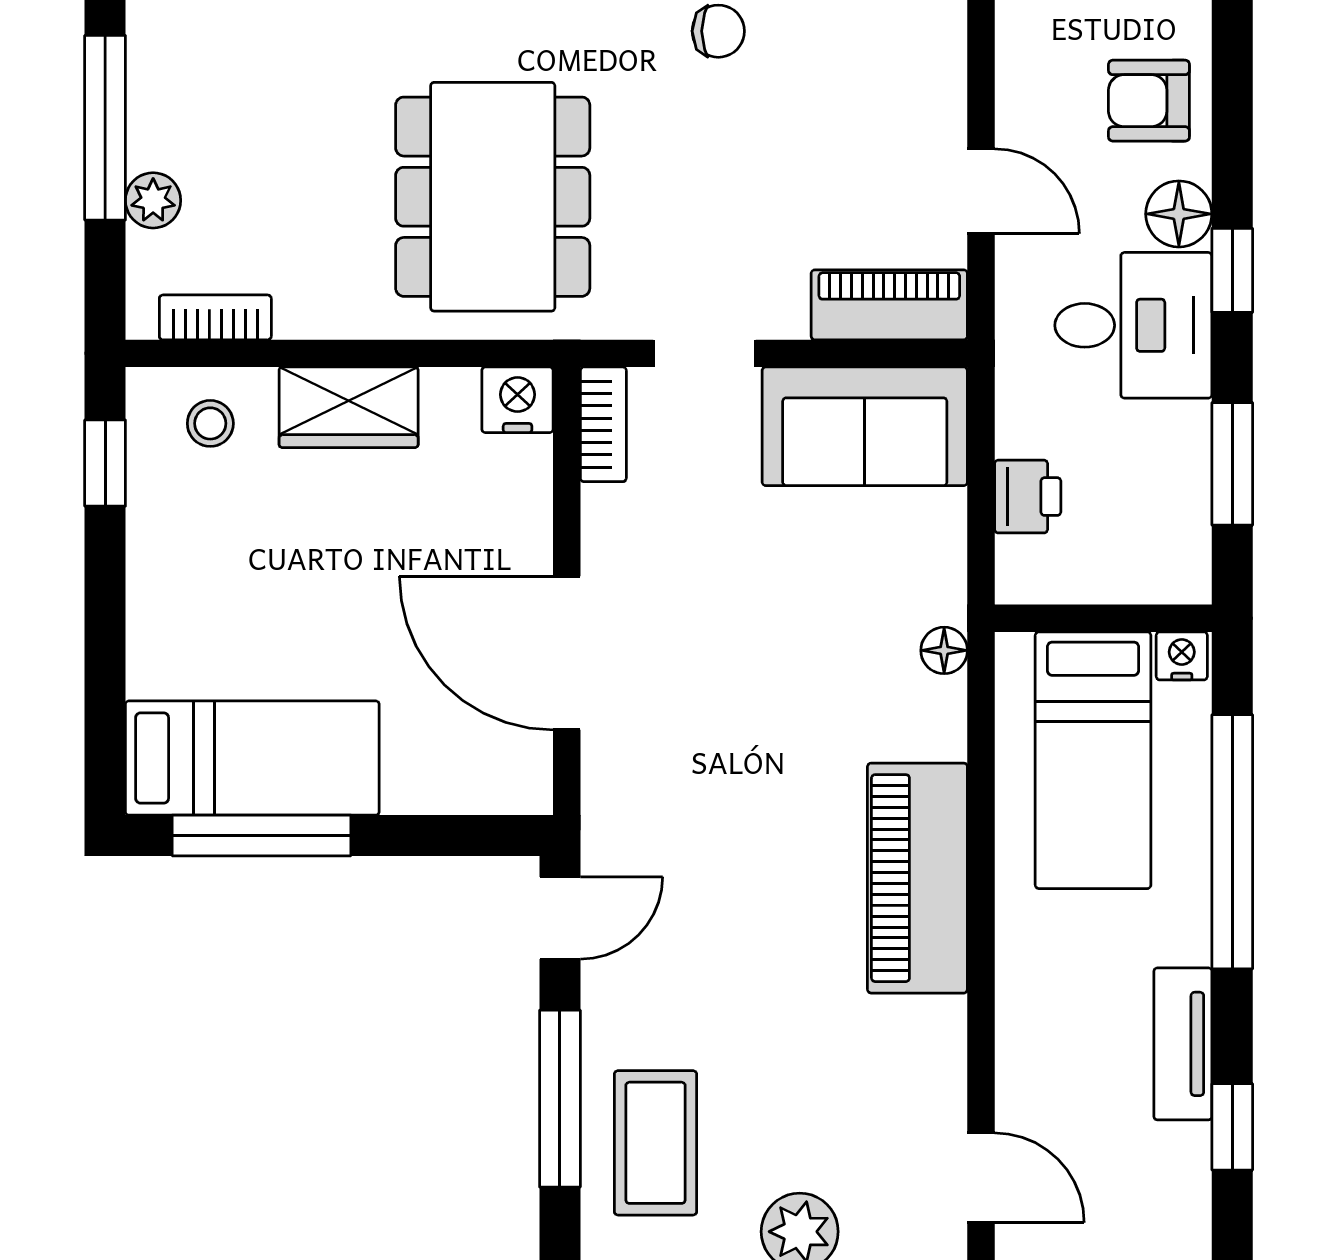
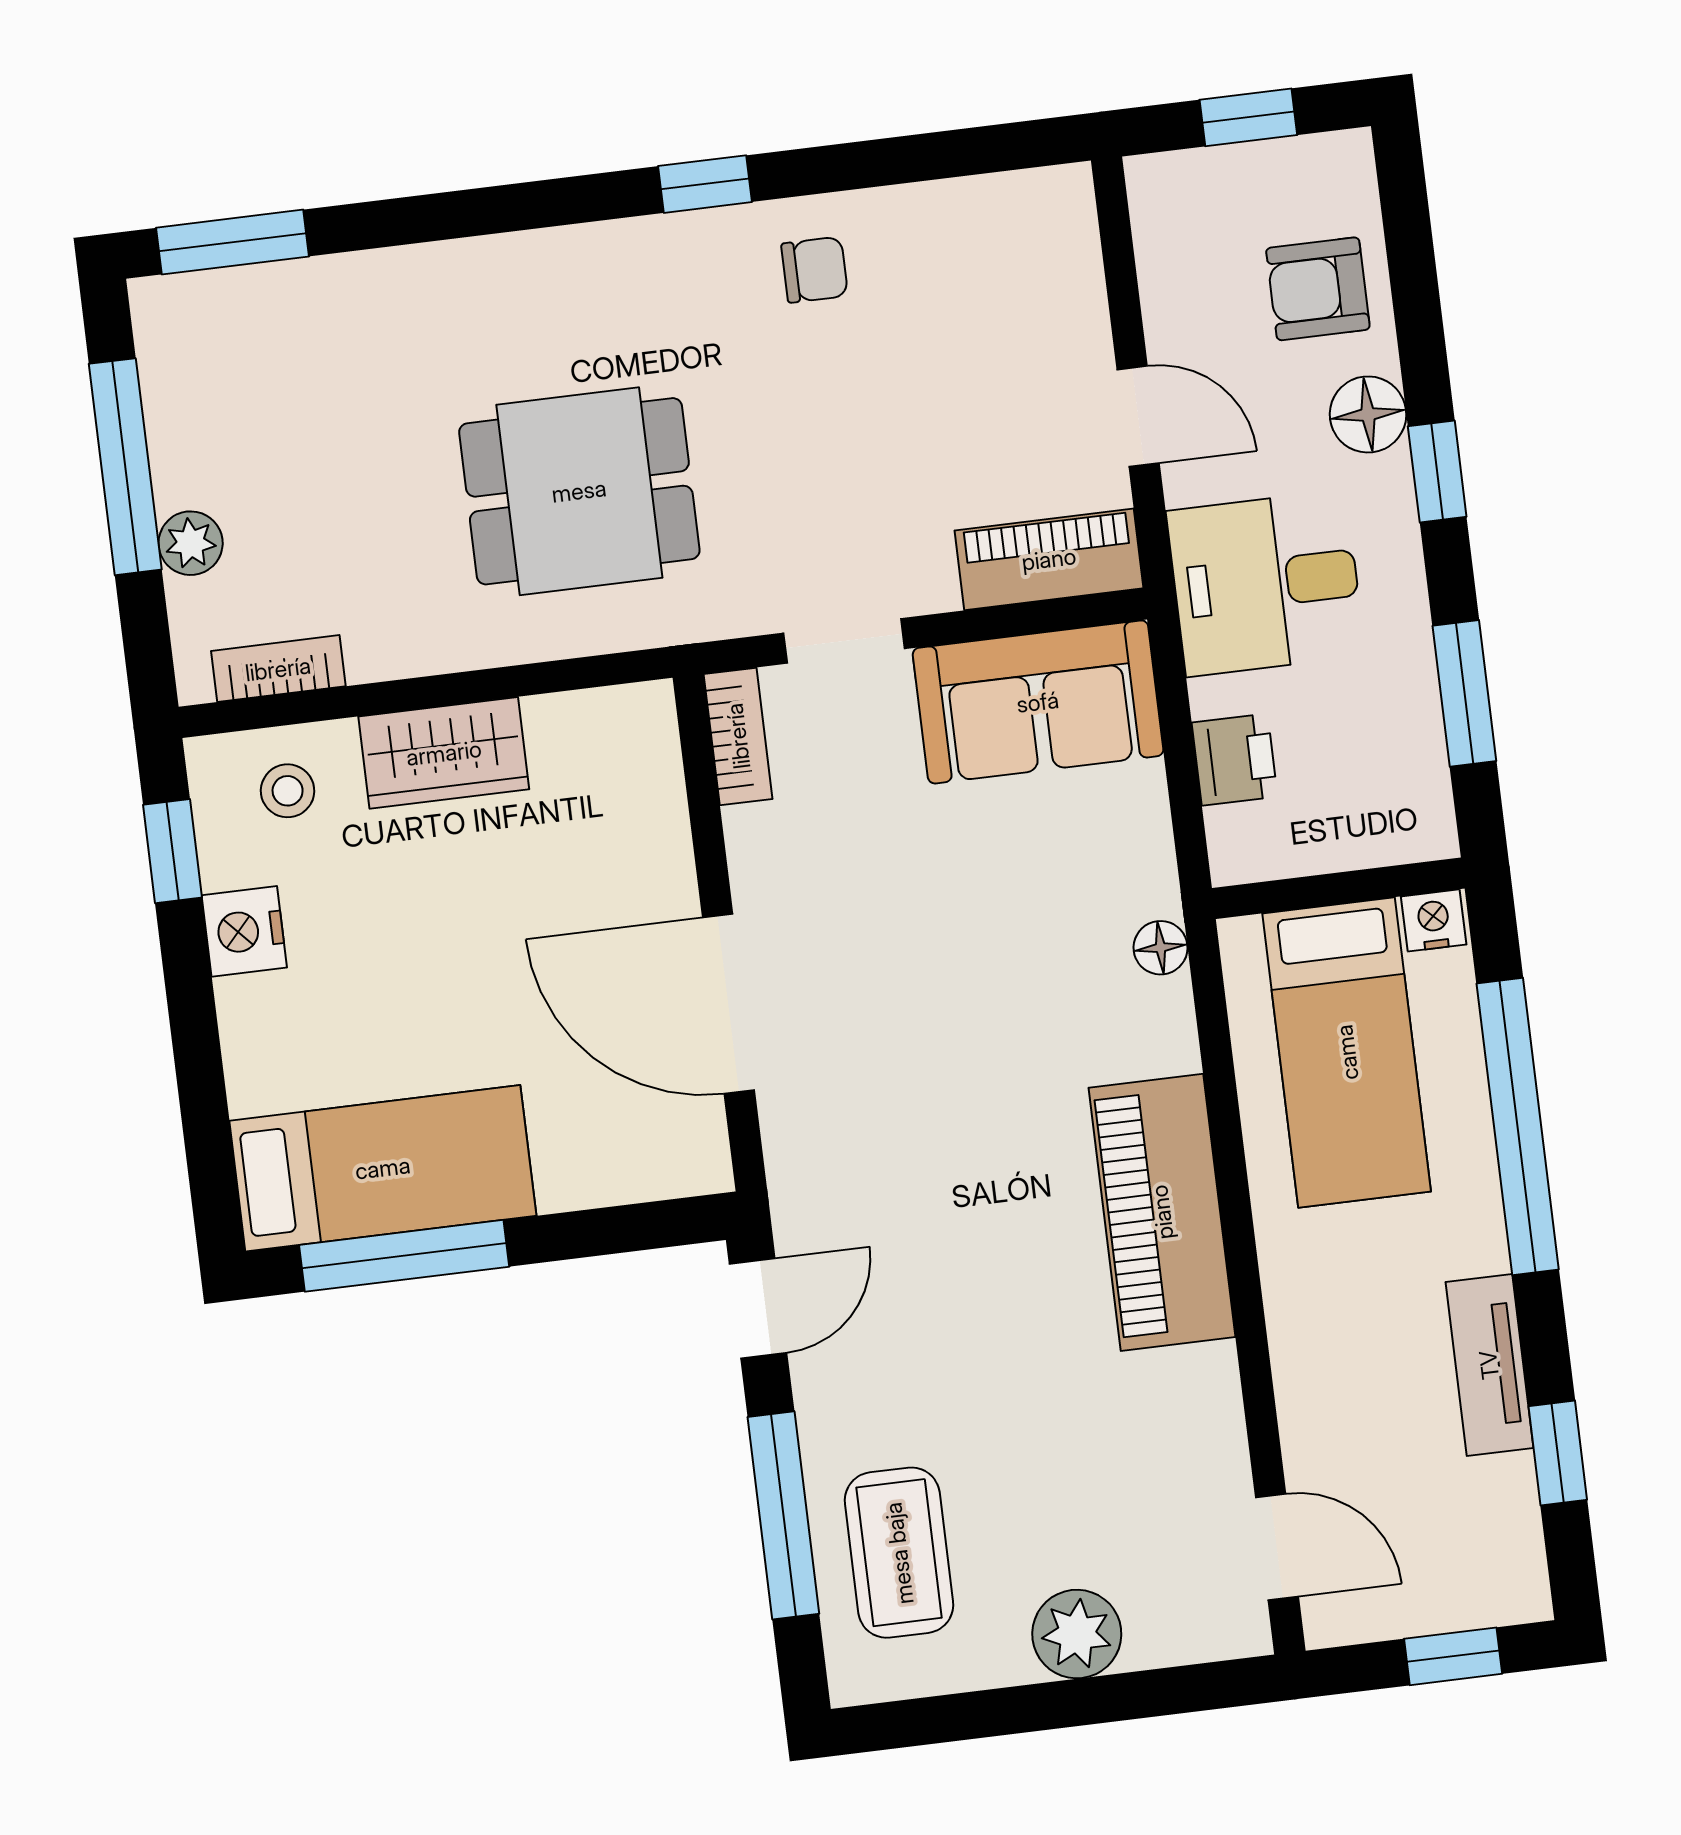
dining table: (493, 197) -> (579, 491), width x0.73
desk: (1133, 325) -> (1266, 583), moved, turned 180
nightstand: (518, 400) -> (244, 931), moved, turned -90

